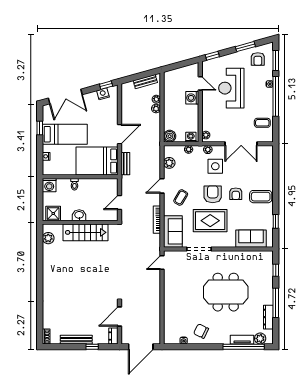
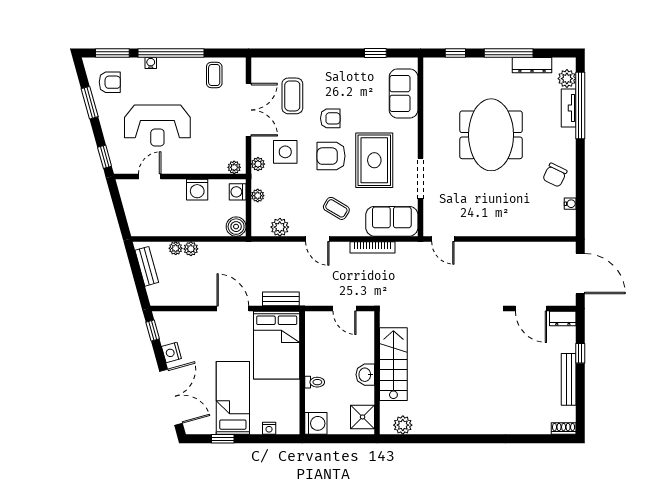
nightstand: (103, 94) -> (171, 353), moved
washing machine: (192, 98) -> (197, 190), moved
coffee table: (261, 197) -> (292, 96), moved

